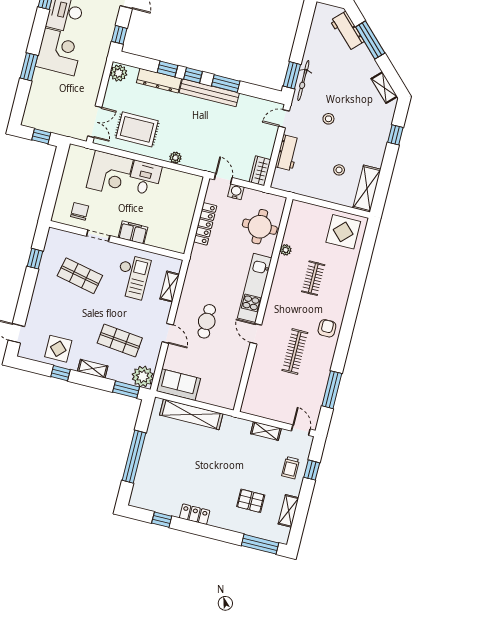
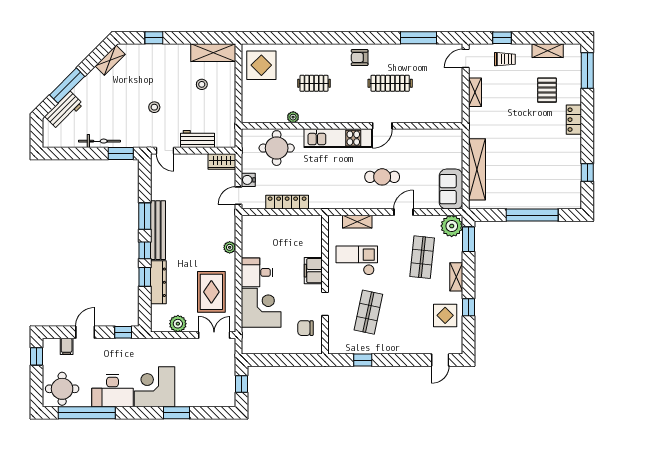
plant: (119, 73) -> (178, 324), moved
bicycle: (303, 81) -> (99, 141), moved
locker: (195, 514) -> (574, 120), moved

